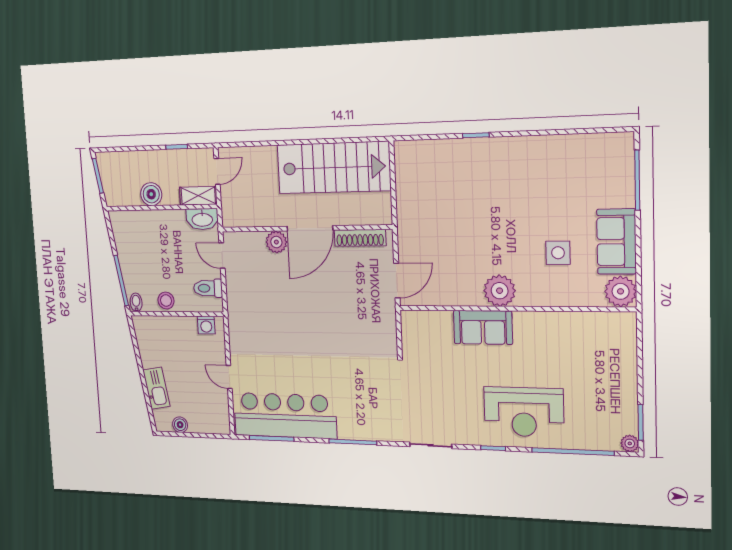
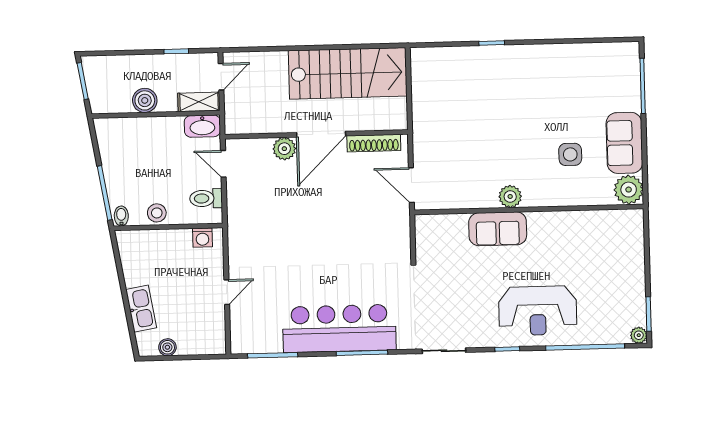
door: (397, 281) -> (411, 185), swing flipped
plant: (500, 291) -> (510, 196), width x0.73, depth x0.73
door: (229, 377) -> (227, 292), swing flipped
bar counter: (285, 416) -> (339, 328), moved

